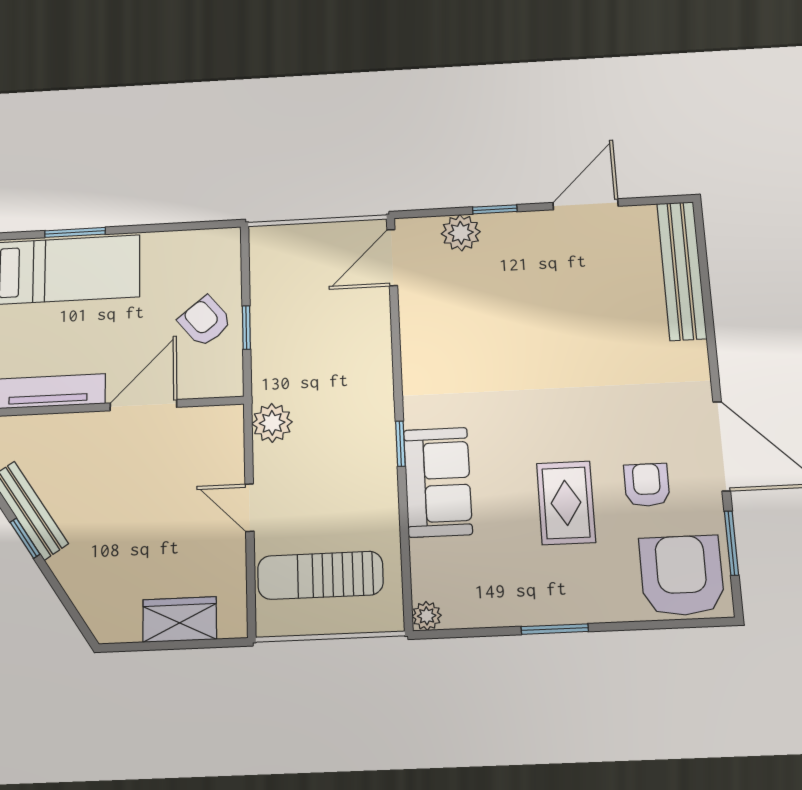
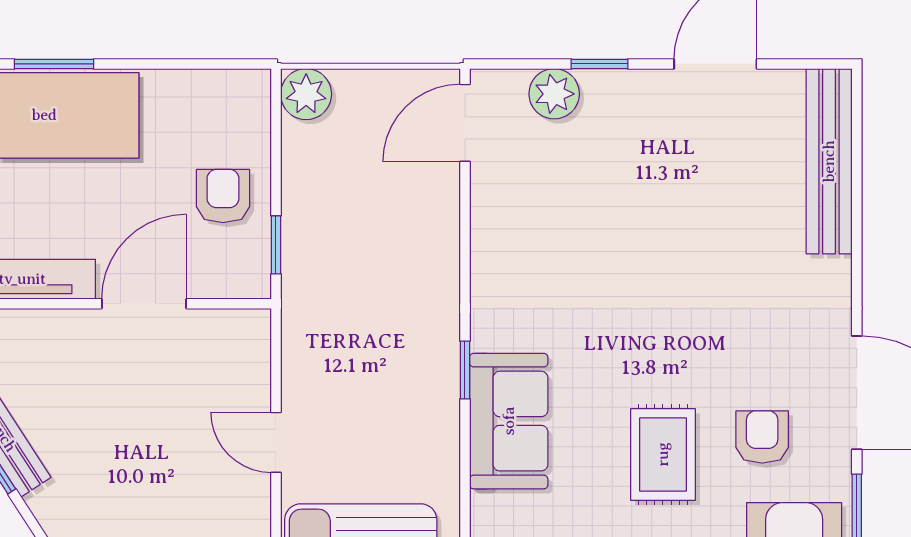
armchair: (205, 321) -> (223, 196), turned 39
window: (246, 328) -> (276, 245), moved
plant: (272, 423) -> (306, 94), moved

